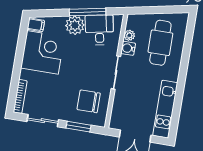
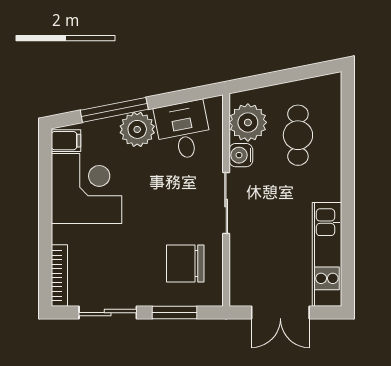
window: (88, 12) -> (114, 110), moved
plant: (129, 35) -> (248, 122), width x1.87, depth x1.87
cafe table: (160, 43) -> (298, 135), width x0.73, depth x0.74

